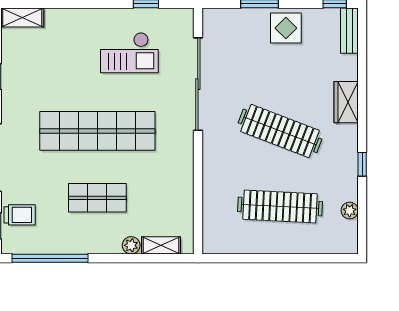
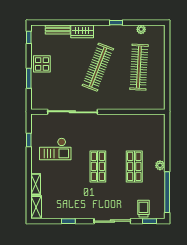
bench: (349, 31) -> (58, 29), moved
checkout: (129, 53) -> (55, 149), turned 90
shop shelf: (97, 131) -> (98, 166), width x0.50, depth x0.74
plant: (131, 245) -> (160, 165), moved
shelving: (161, 245) -> (36, 184), moved

